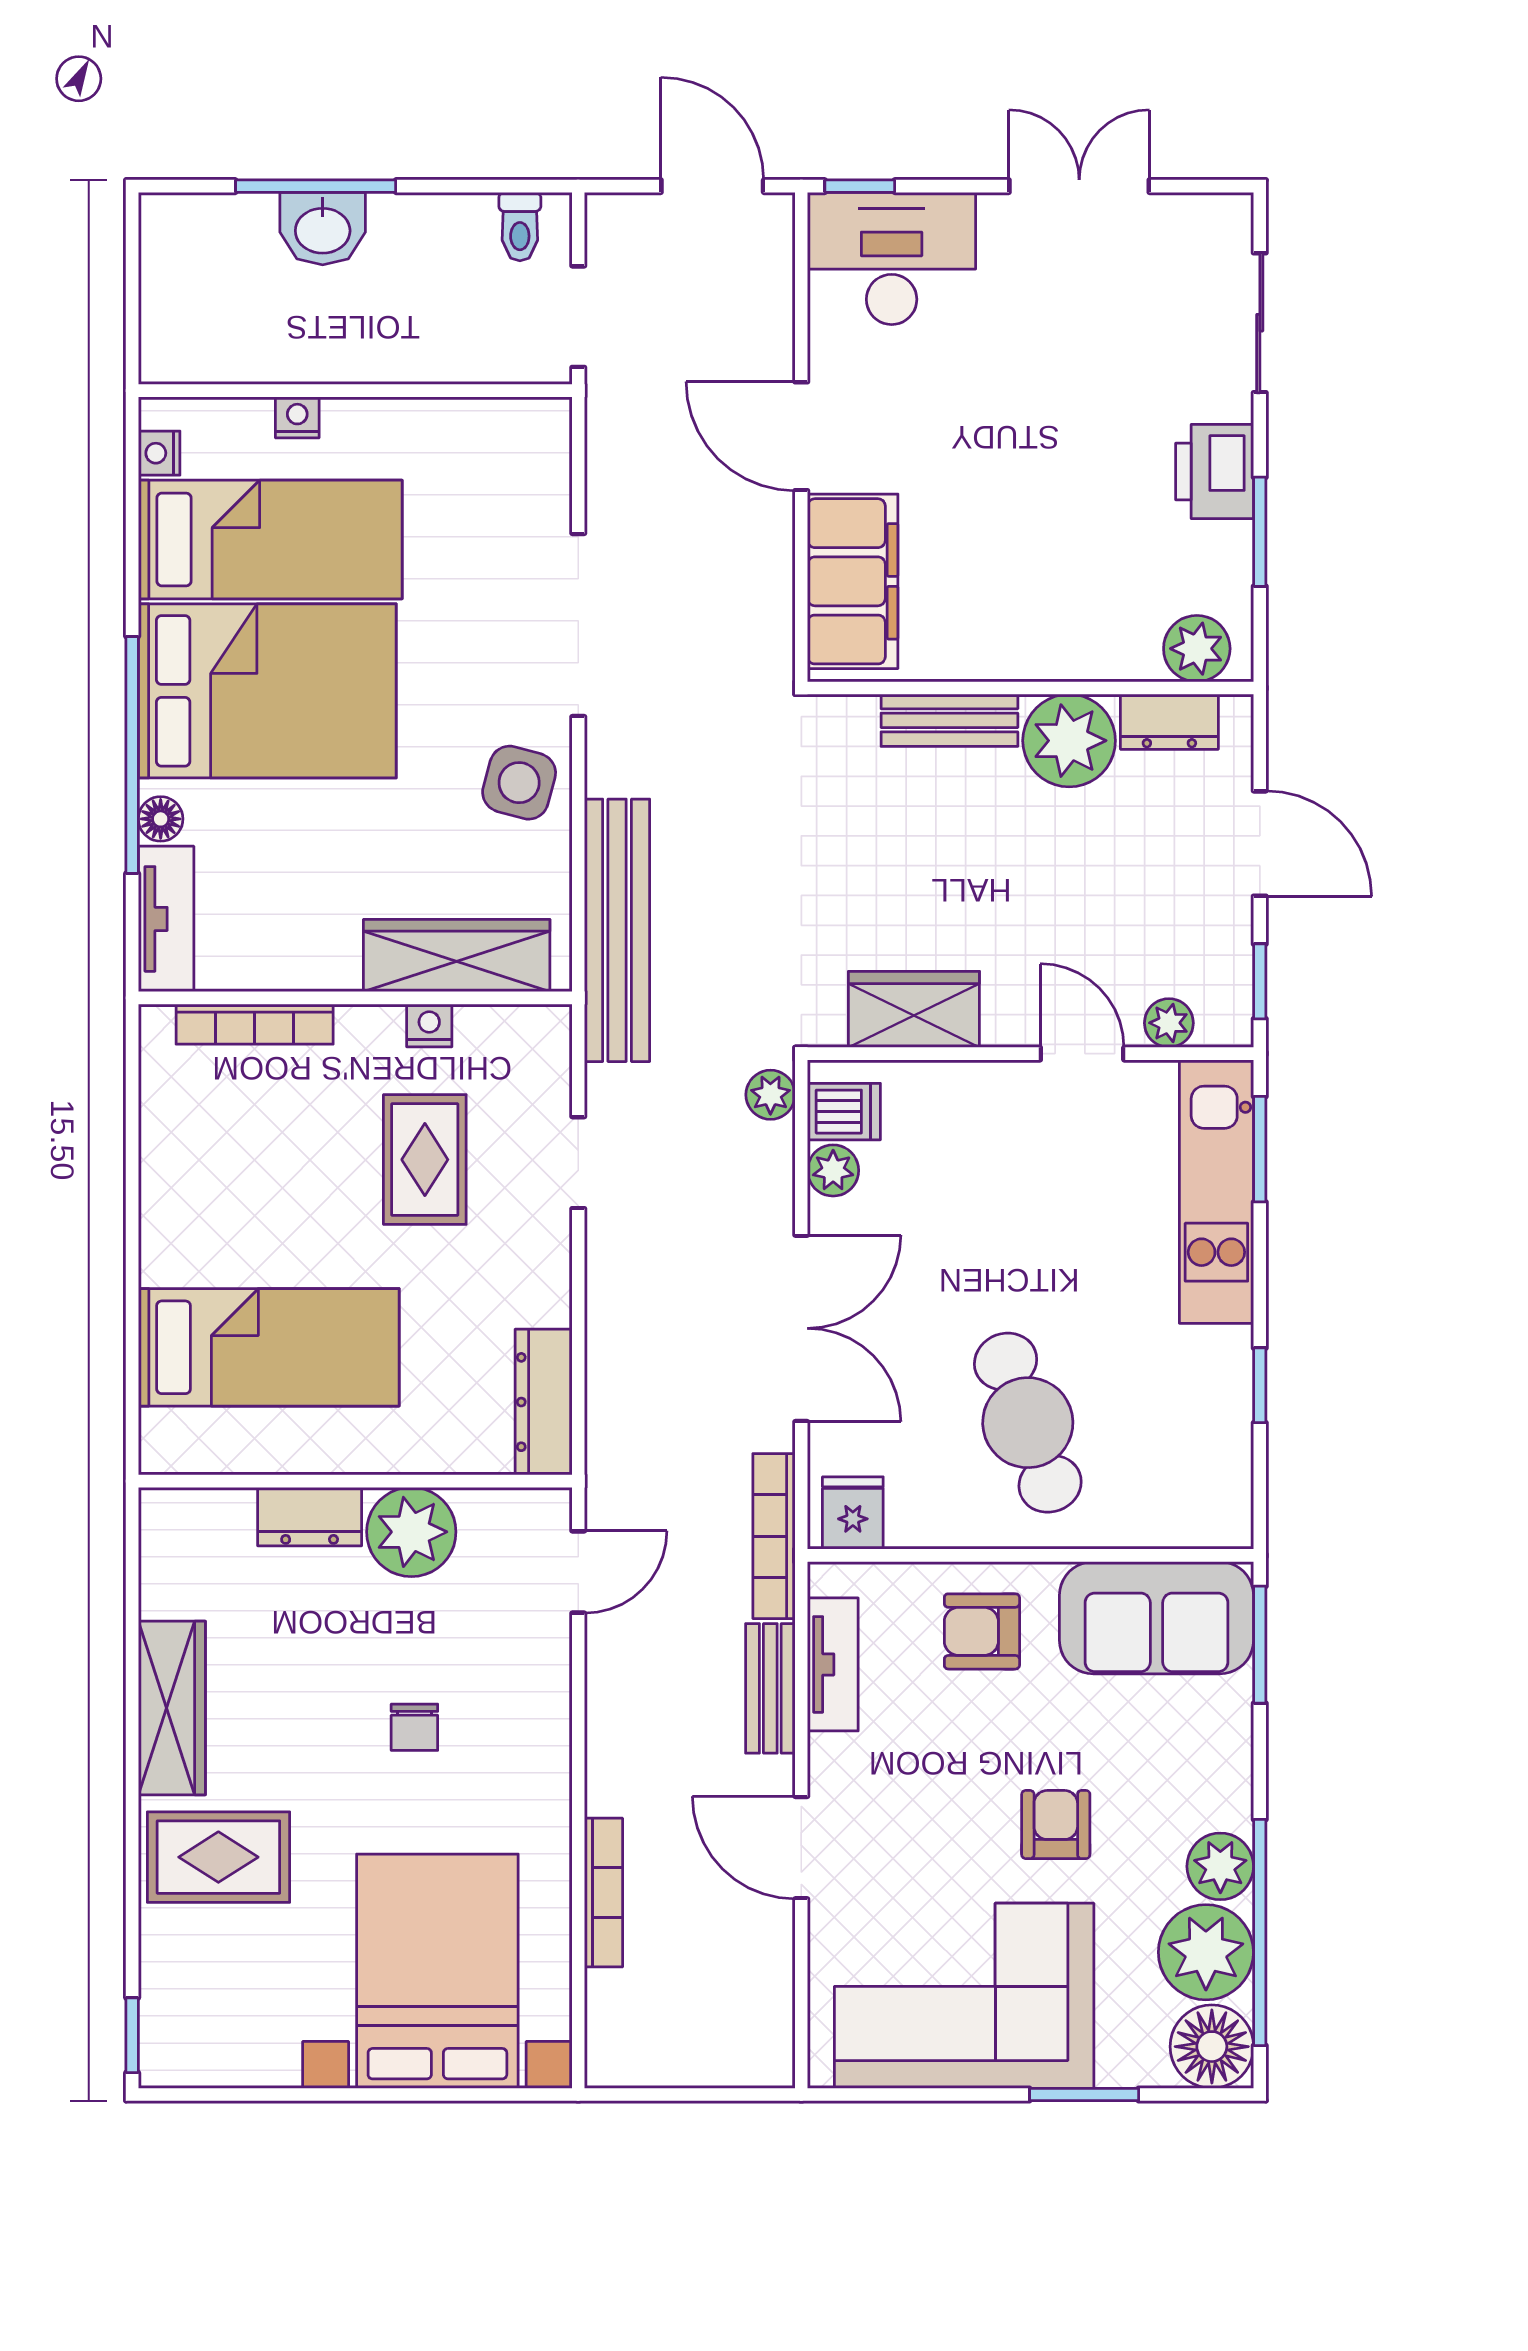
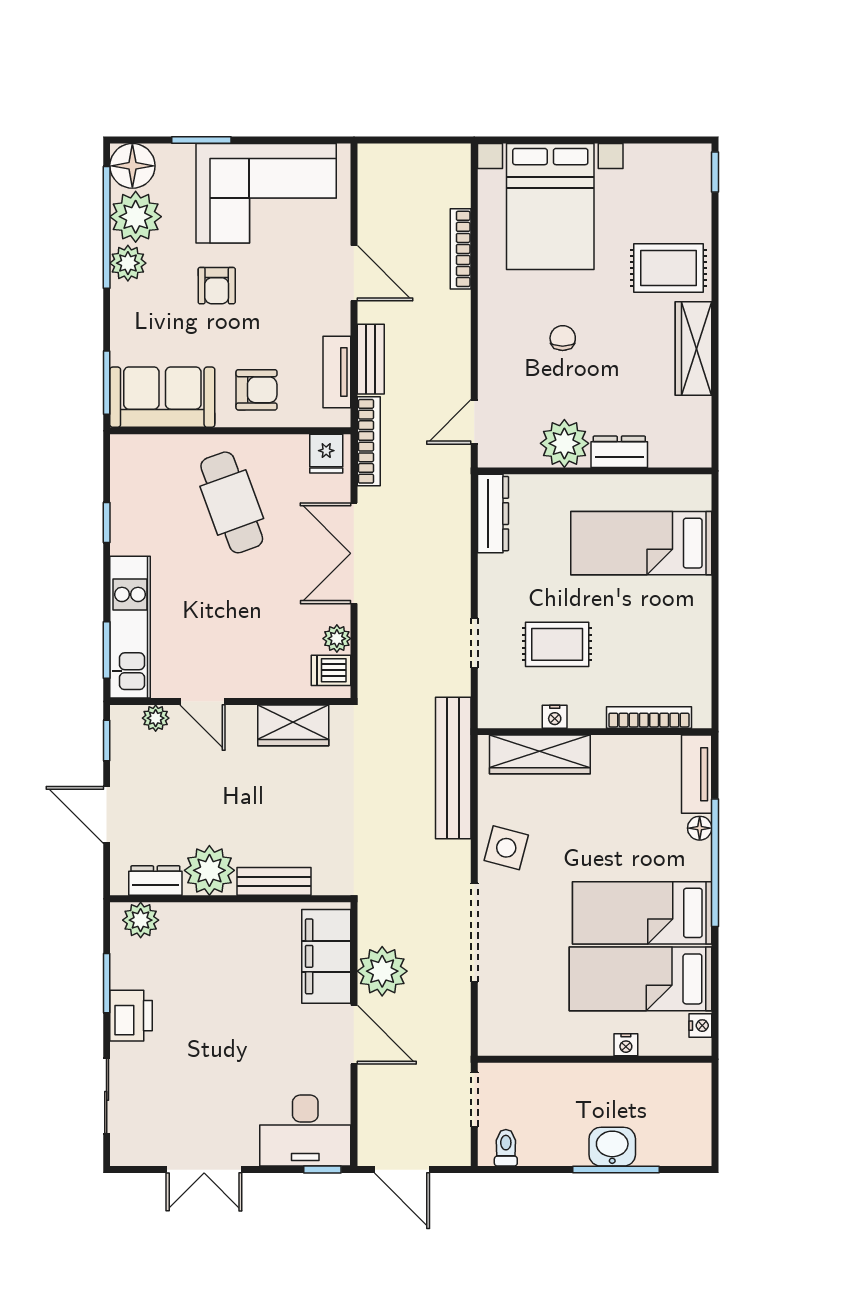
bed: (267, 691) -> (642, 913), width x0.67
plant: (770, 1095) -> (382, 971), moved, width x1.88, depth x1.88
rug: (425, 1160) -> (557, 644), turned 90

